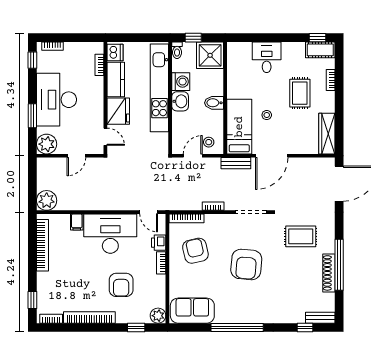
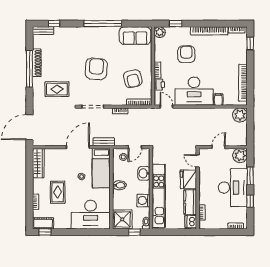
desk: (267, 57) -> (91, 215), width x1.87, depth x1.30
window: (32, 60) -> (250, 201), moved
washbasin: (180, 101) -> (144, 173), moved

